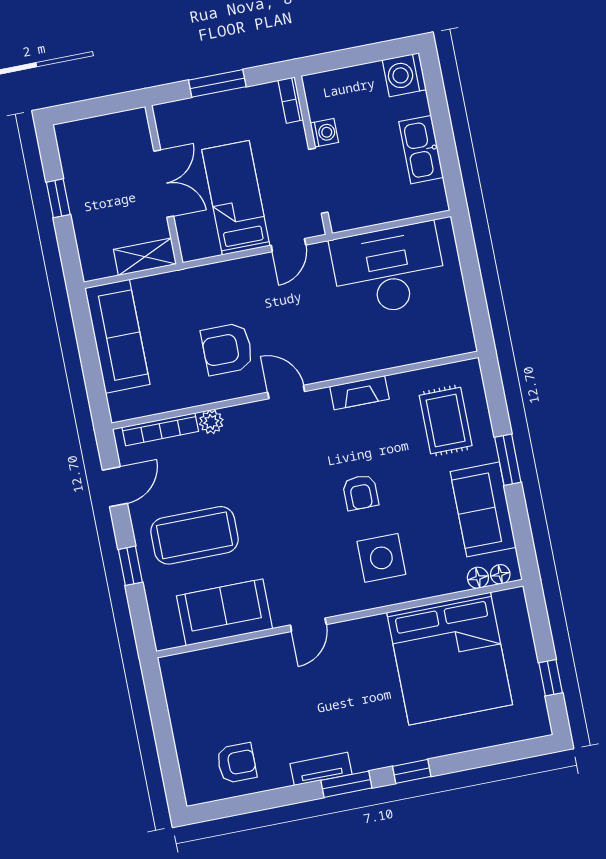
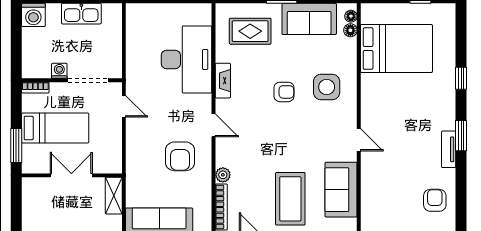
window: (217, 83) -> (16, 145), moved
bed: (236, 198) -> (55, 128), moved, turned 180
desk: (389, 270) -> (186, 59), moved, turned 180
door: (286, 392) -> (214, 125), swing flipped
bed: (450, 658) -> (396, 49), width x0.73
window: (412, 771) -> (461, 78), moved

